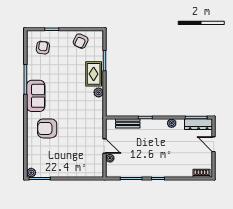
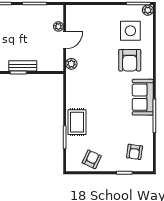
plant: (99, 92) -> (71, 64), moved
bench: (128, 123) -> (23, 66), moved
armchair: (47, 128) -> (130, 60), turned 90
door: (105, 146) -> (65, 40), swing flipped
side table: (46, 154) -> (130, 31), added

